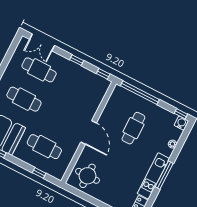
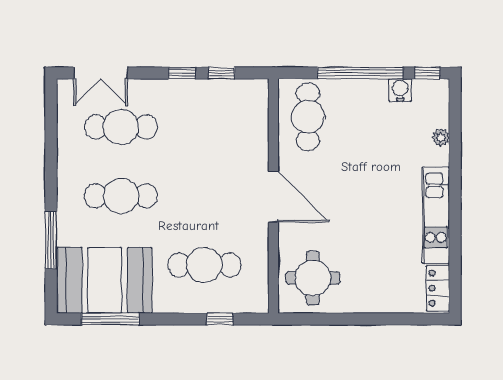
window: (103, 74) -> (221, 73), moved
window: (140, 93) -> (360, 73), moved
water cooler: (181, 123) -> (400, 90), moved
cafe table: (133, 128) -> (308, 117), moved
window: (164, 175) -> (455, 203), removed

